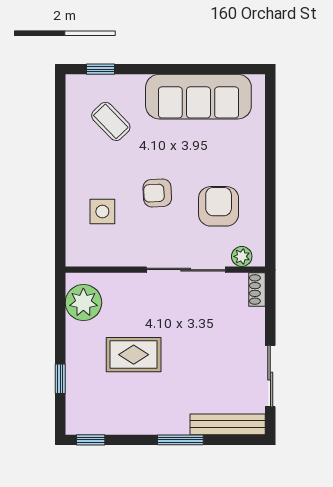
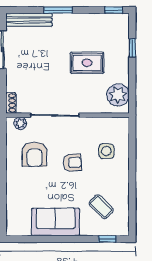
sofa: (198, 97) -> (56, 222), width x0.73

